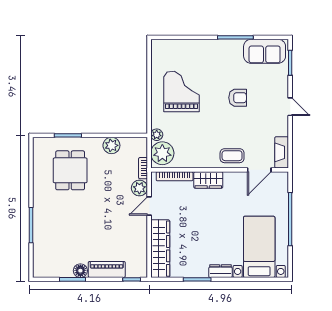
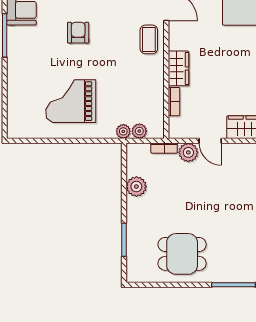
plant: (162, 153) -> (139, 131), width x0.53, depth x0.53
dining table: (70, 170) -> (182, 254), moved
bookcase: (175, 176) -> (174, 102), width x0.64

